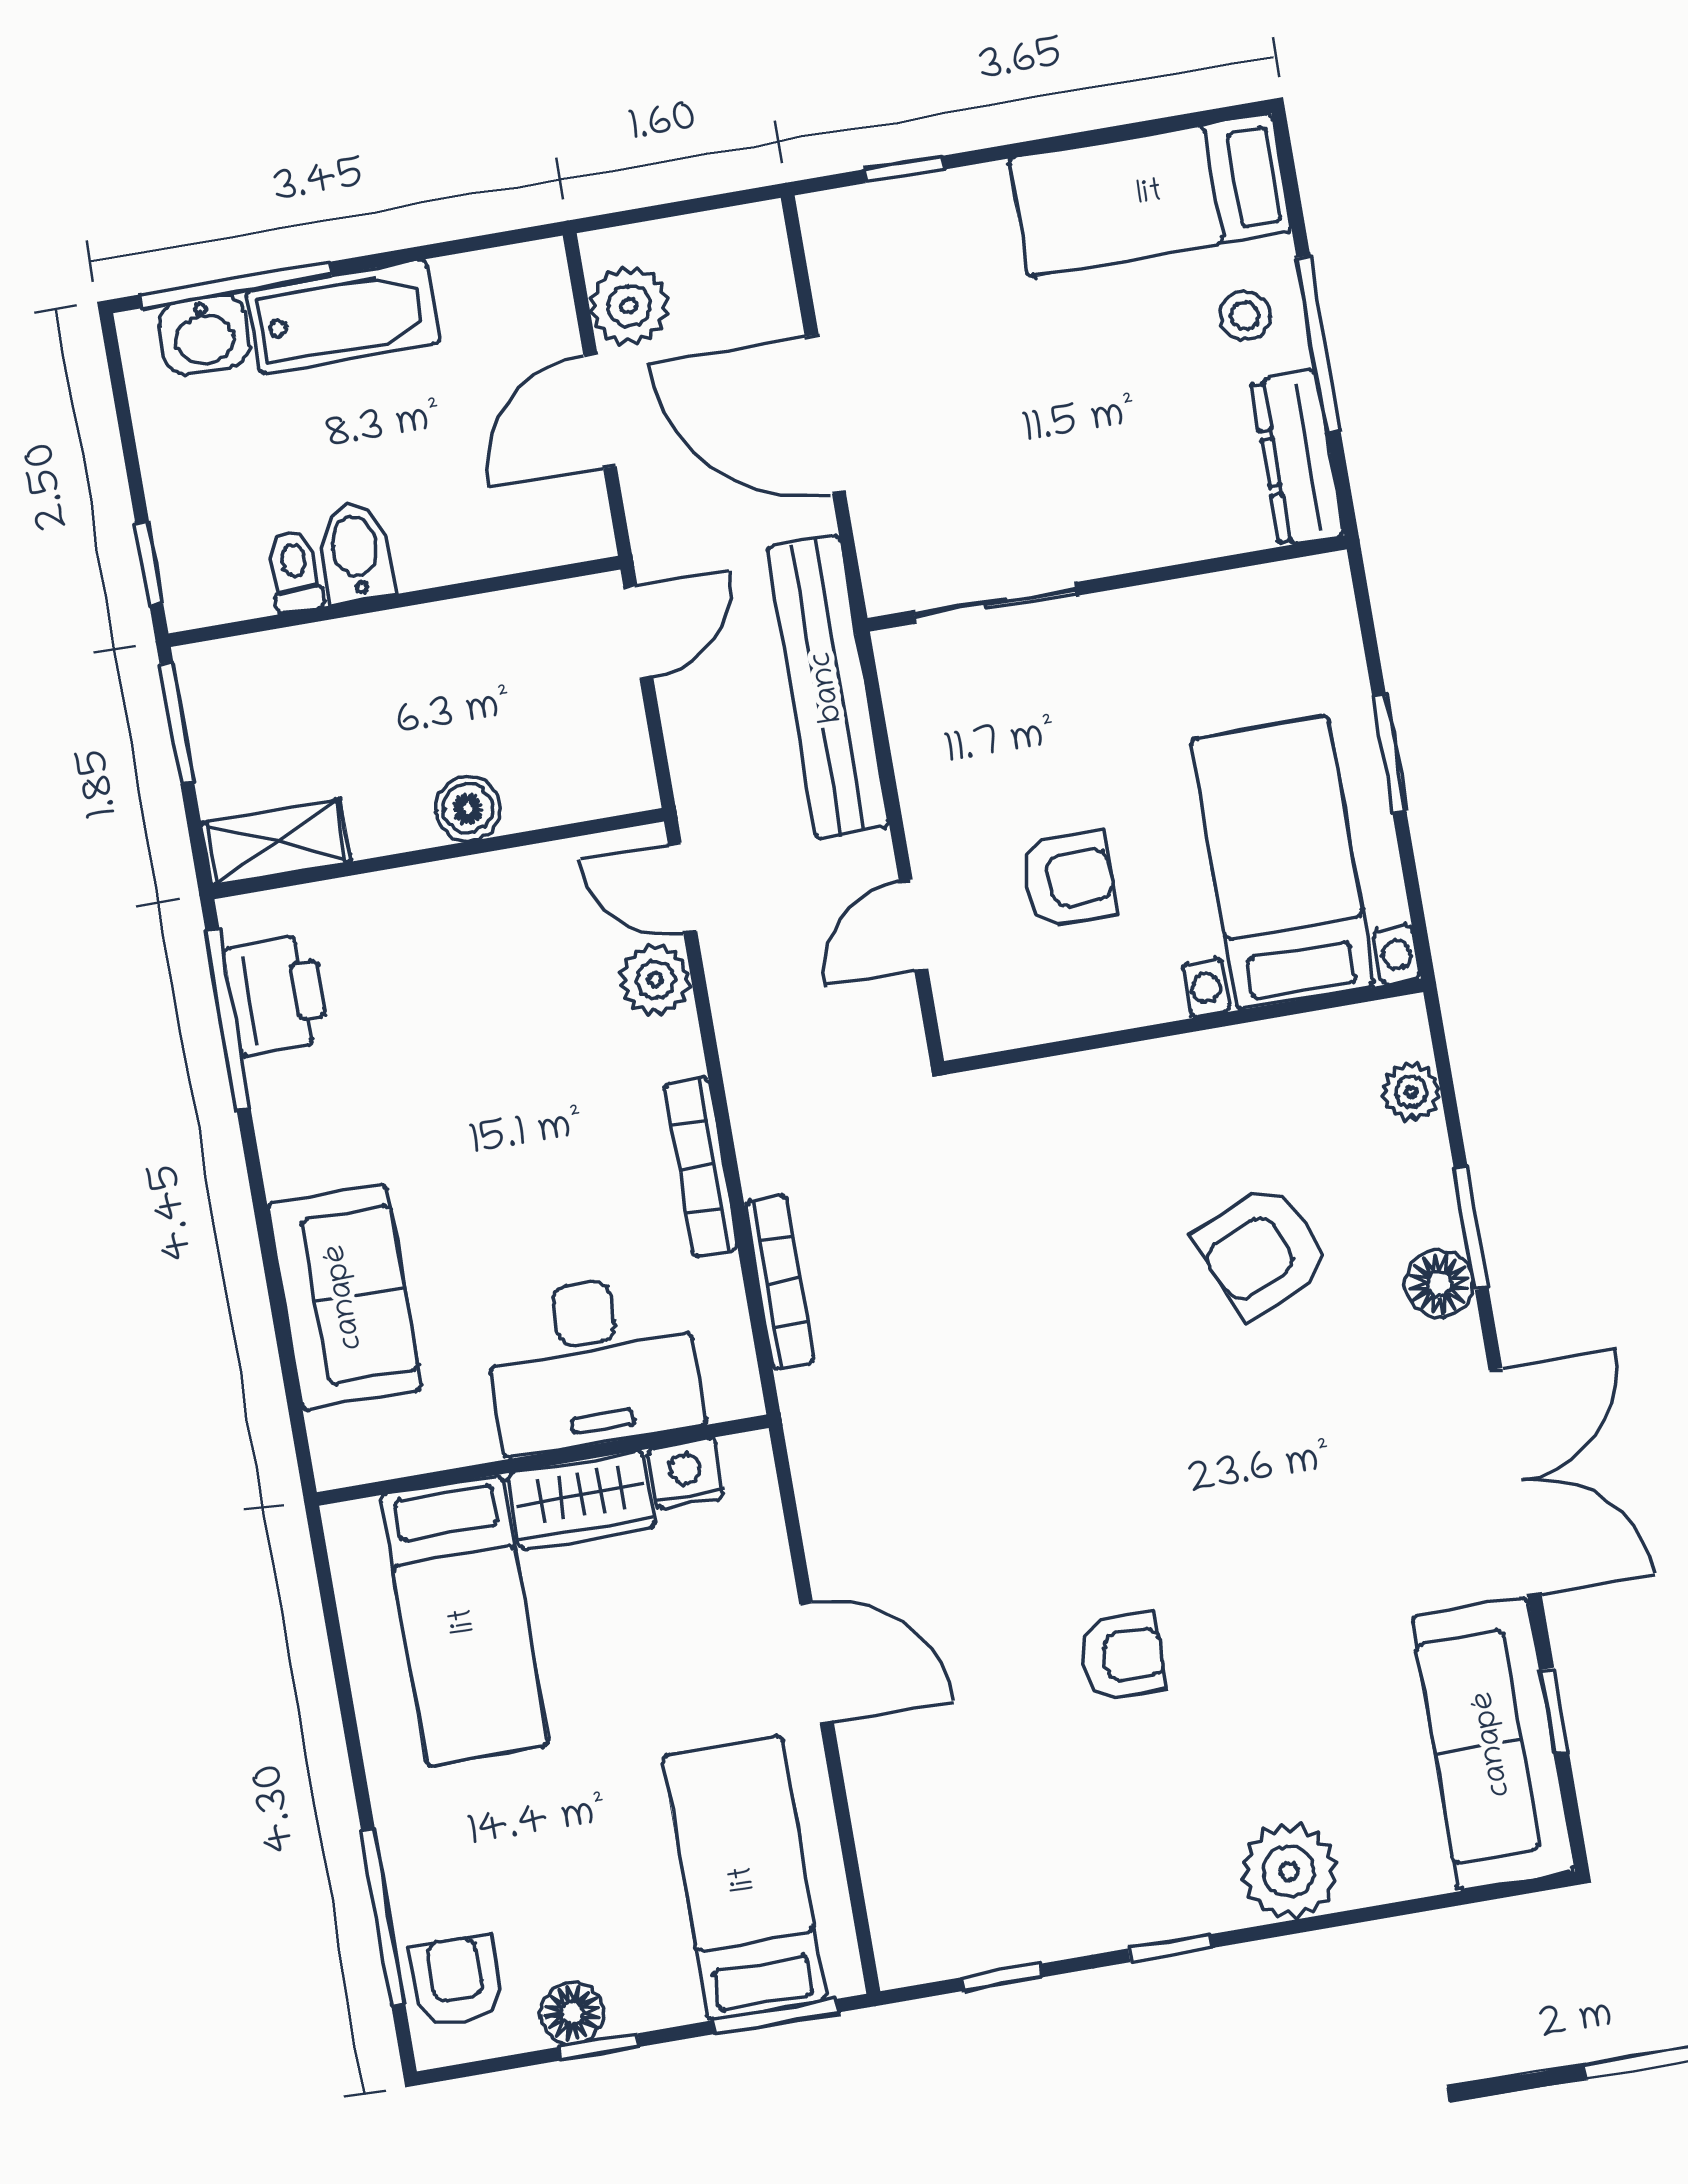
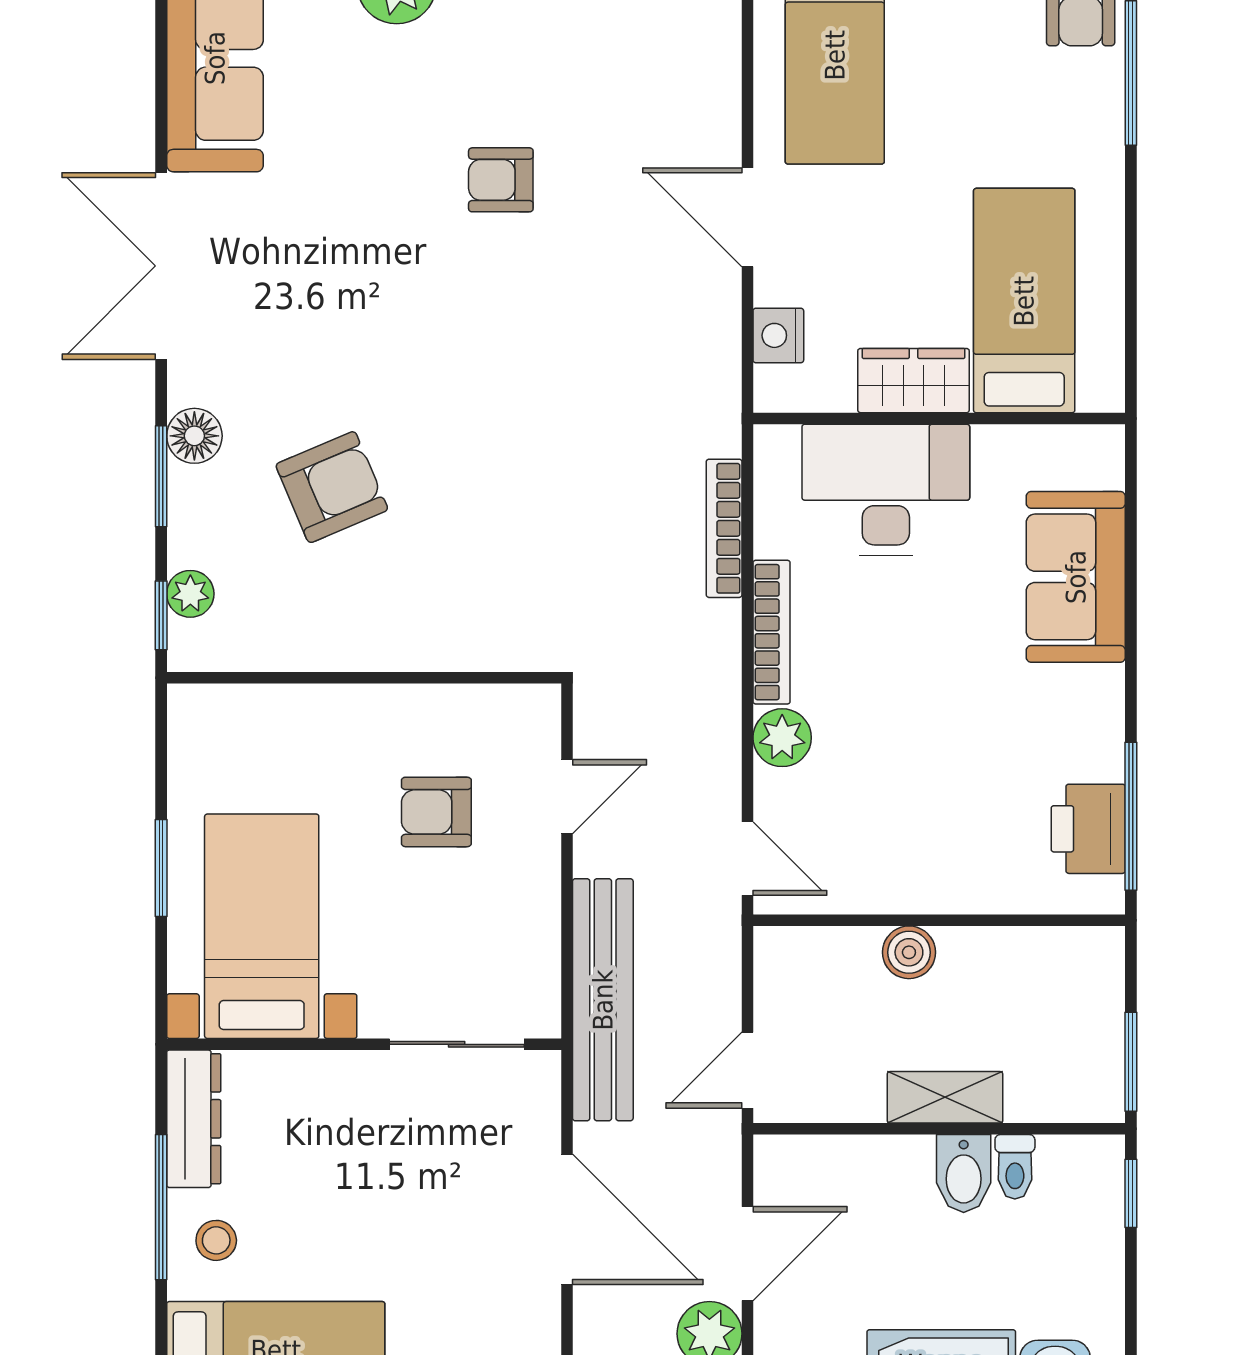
shelving: (276, 842) -> (945, 1097), moved
bed with nightstands: (1283, 863) -> (262, 926), moved, turned 180
plant: (655, 980) -> (782, 738), moved
nightstand: (686, 1474) -> (778, 335), moved, turned 90
window: (1555, 1711) -> (161, 615), moved

